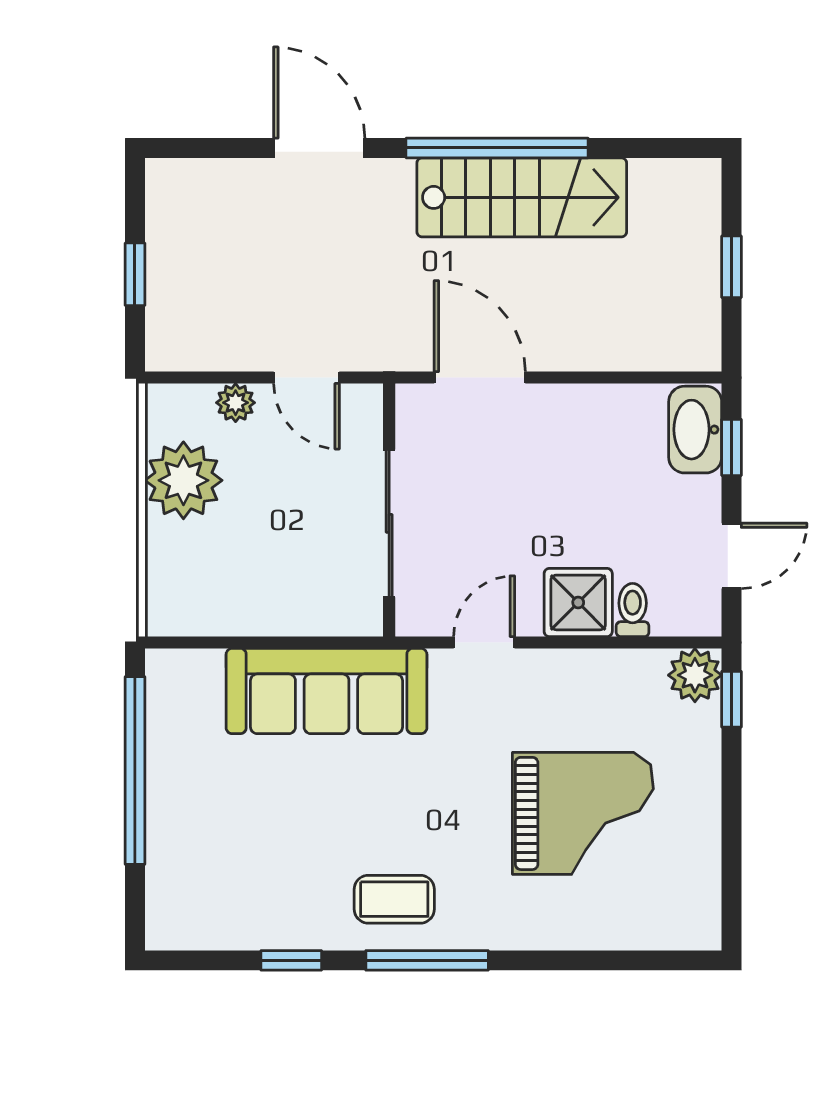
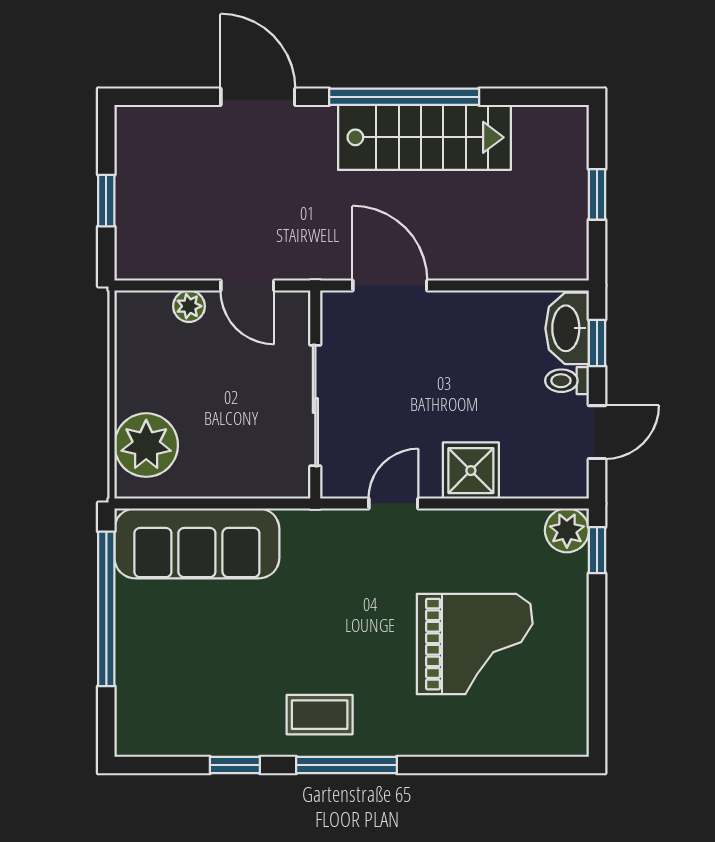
plant: (183, 480) -> (146, 445), moved
toilet: (633, 610) -> (567, 381), moved, turned -90
sofa: (327, 691) -> (197, 543), moved

